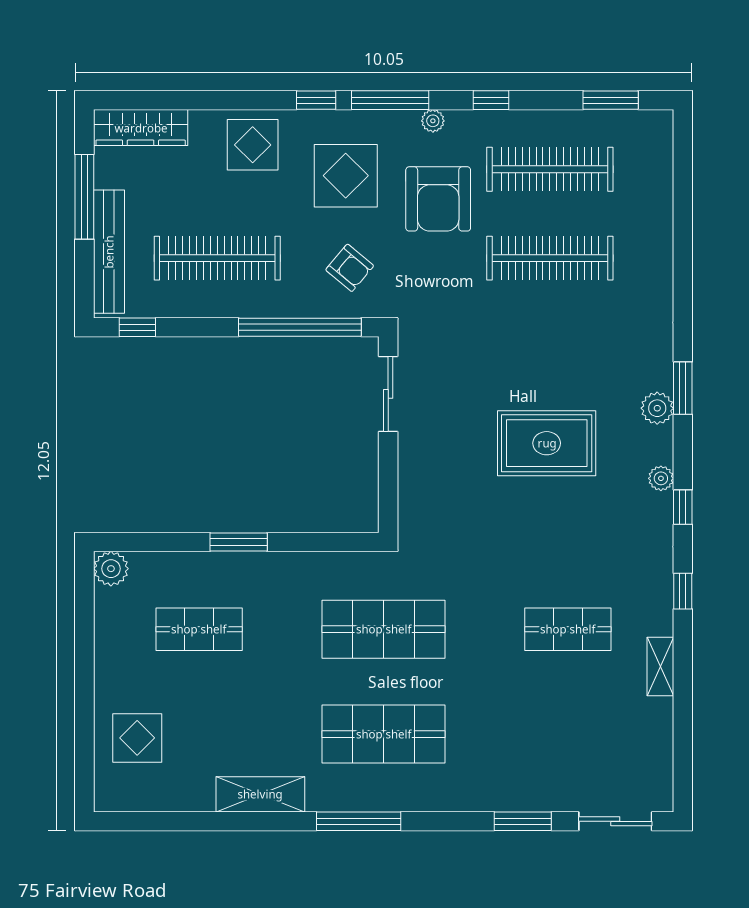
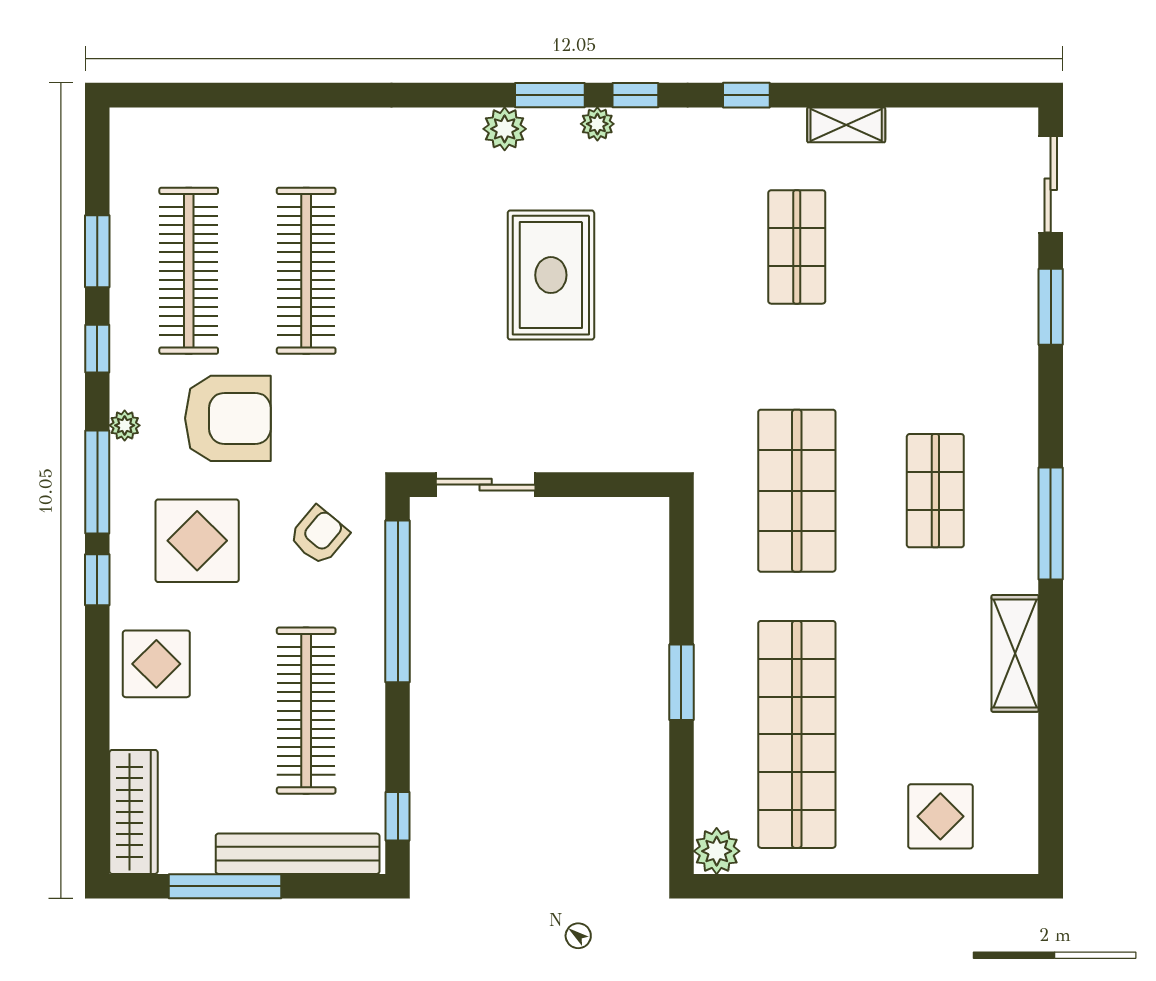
window: (611, 100) -> (97, 251), moved
window: (683, 388) -> (550, 95), moved
shop shelf: (199, 629) -> (797, 734), width x2.00, depth x1.36
shop shelf: (384, 734) -> (935, 491), width x0.70, depth x0.74

